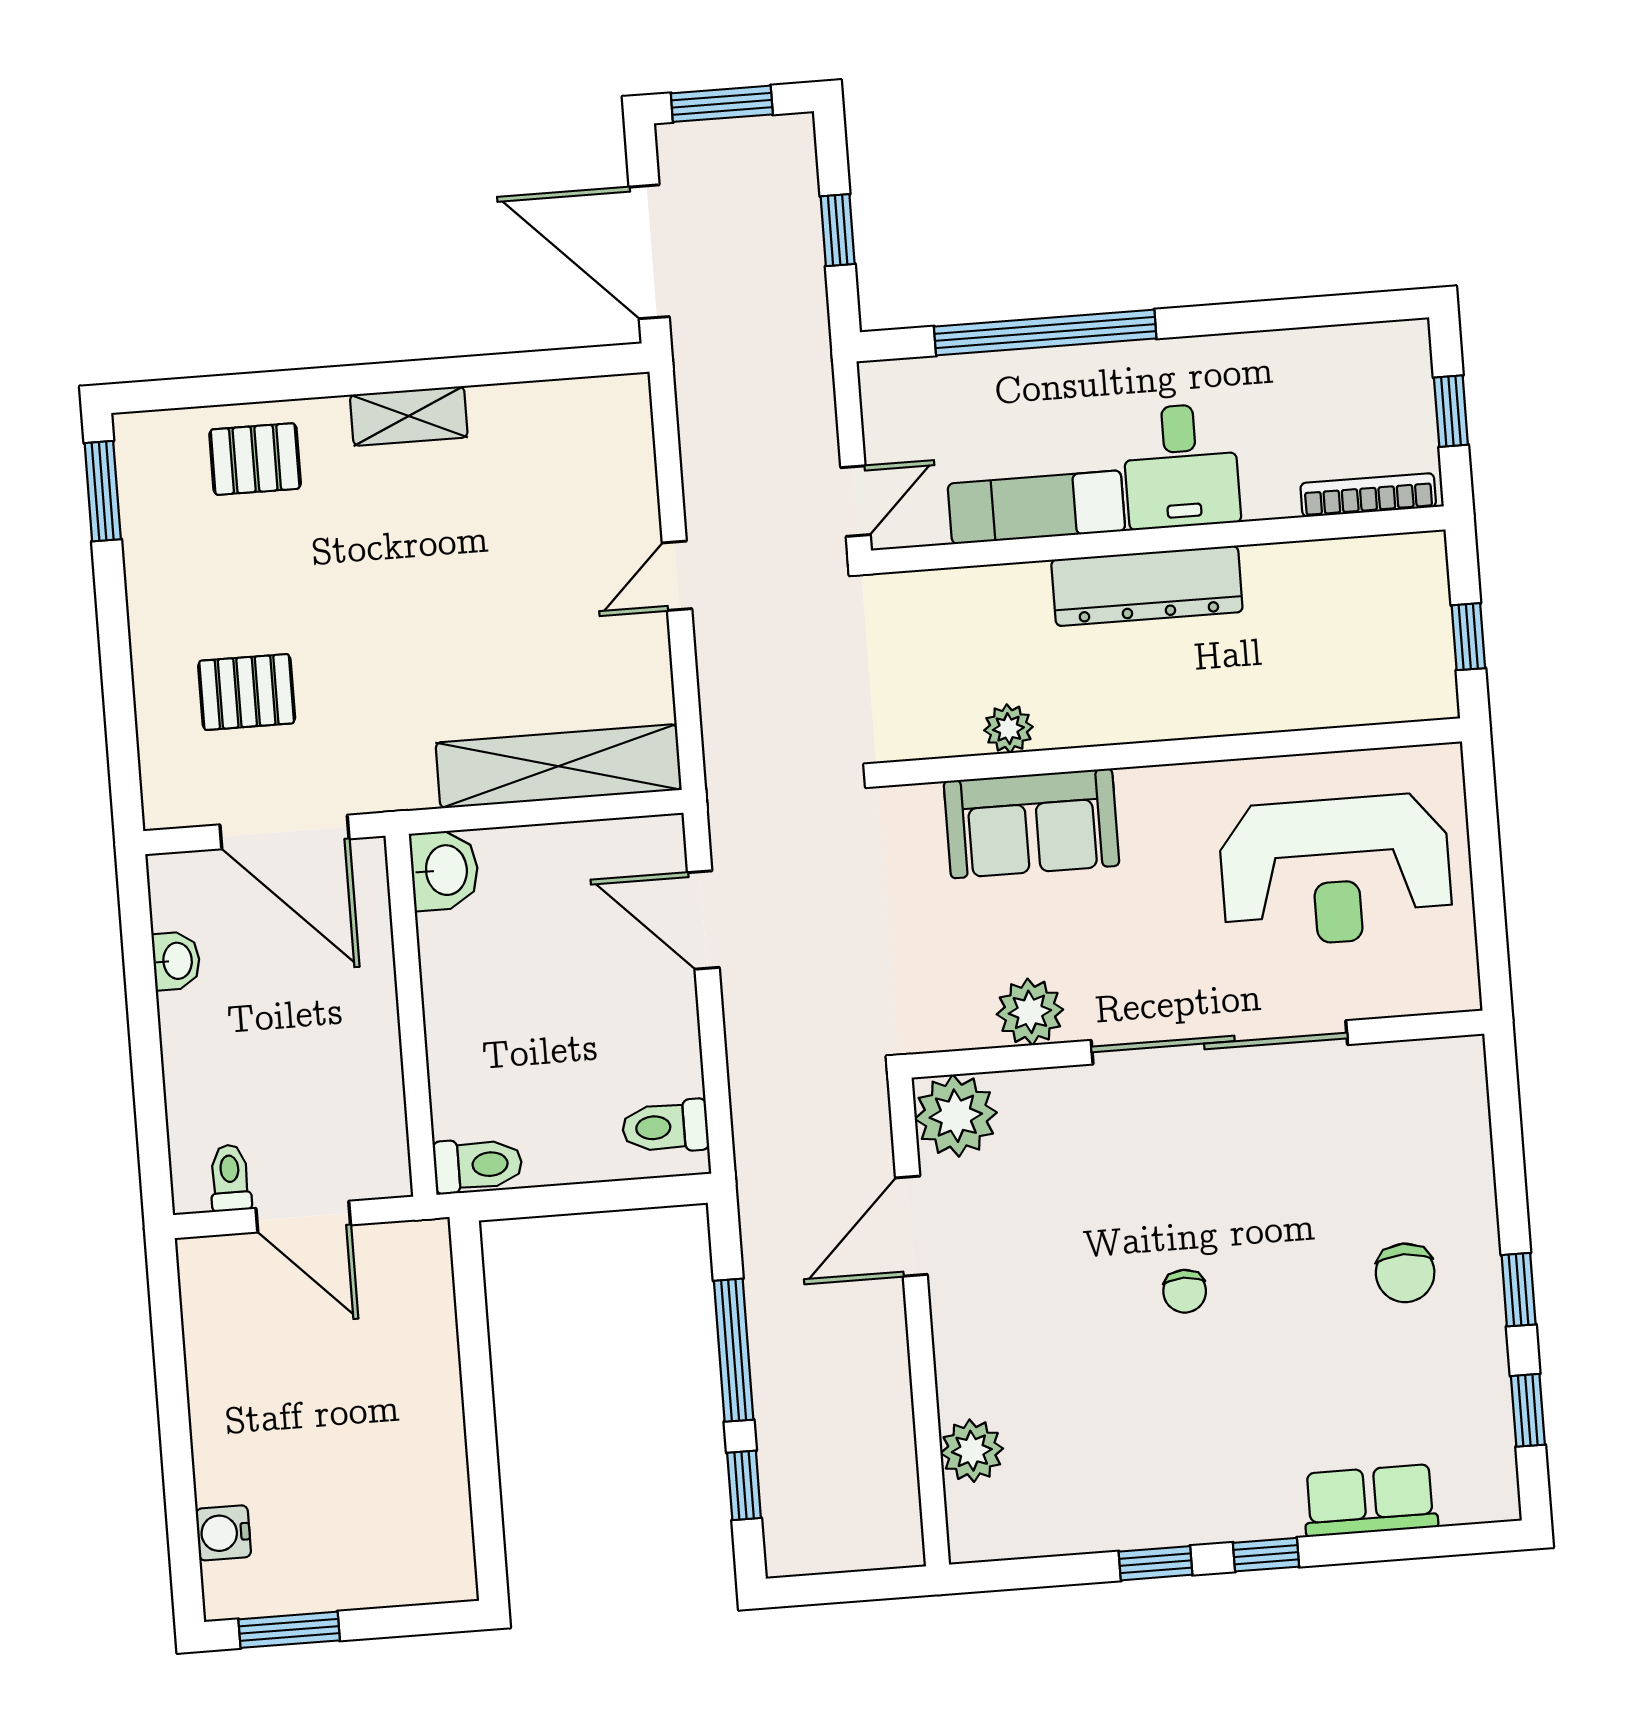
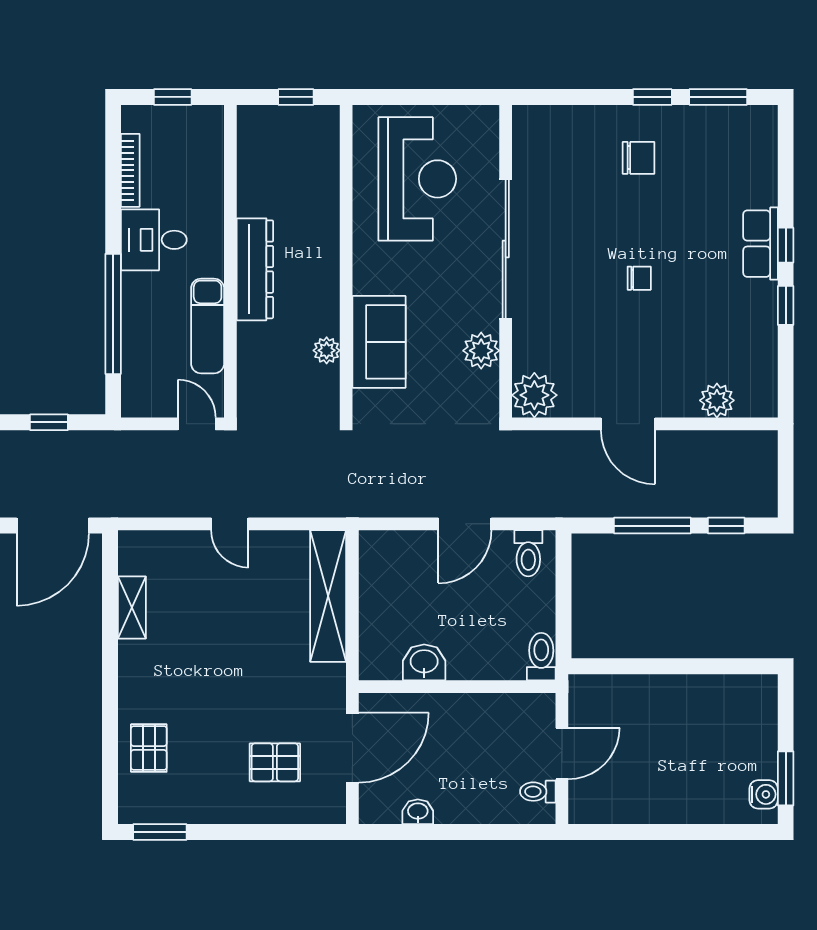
shelving: (409, 416) -> (132, 608), moved
desk: (1181, 466) -> (154, 240), moved, turned 180
bookcase: (1368, 495) -> (130, 170), moved, turned 180
pallet: (247, 692) -> (275, 762), turned 90
washbasin: (444, 870) -> (424, 662), moved
door: (703, 920) -> (465, 524), moved
door: (911, 1226) -> (628, 424), moved
window: (1528, 1410) -> (718, 97), width x1.50
row of seats: (1370, 1500) -> (760, 244), moved
water cooler: (223, 1533) -> (764, 794), moved, turned -90

